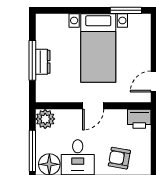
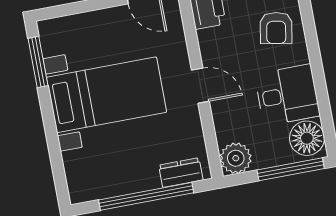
window: (32, 60) -> (146, 196), width x1.46
dresser: (43, 62) -> (181, 173), moved

